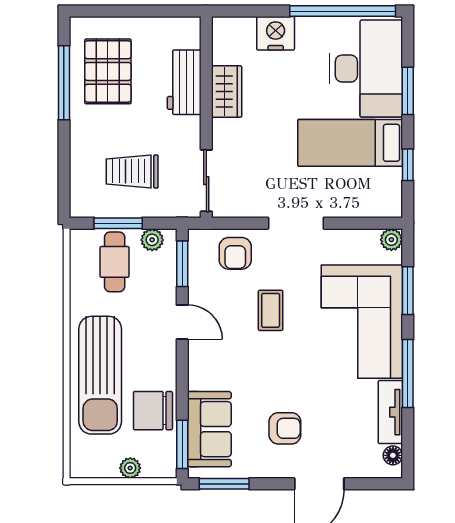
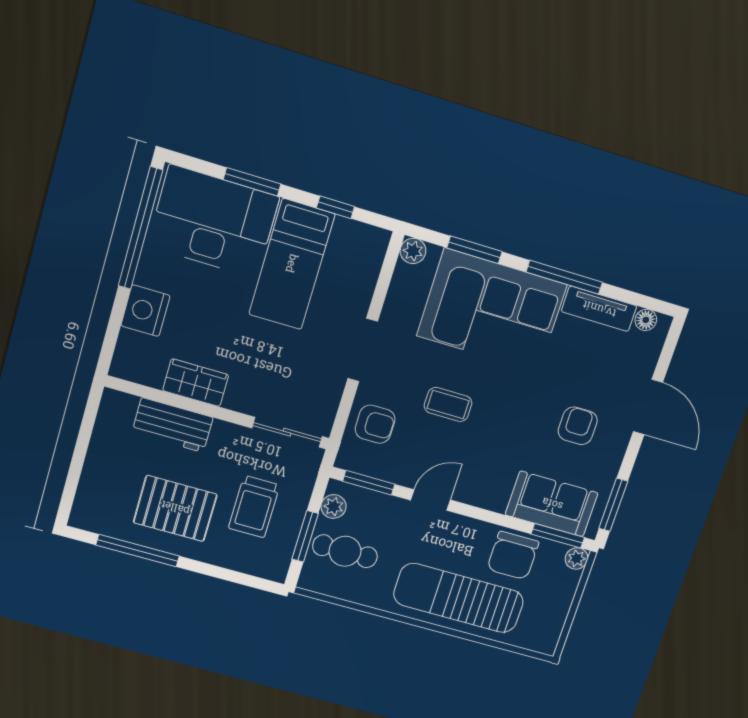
pallet: (108, 71) -> (175, 508), moved
sun lounger: (100, 375) -> (459, 598), turned 180
plant: (130, 468) -> (577, 558), moved

